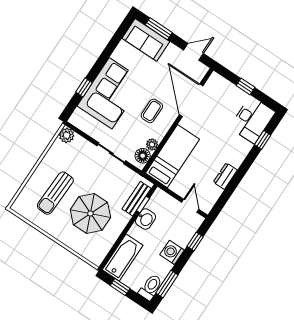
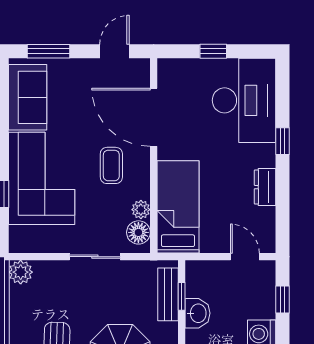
sofa: (146, 40) -> (28, 97), moved, turned -90
desk: (252, 120) -> (244, 100), width x1.36, depth x1.30
window: (263, 140) -> (282, 141), moved

